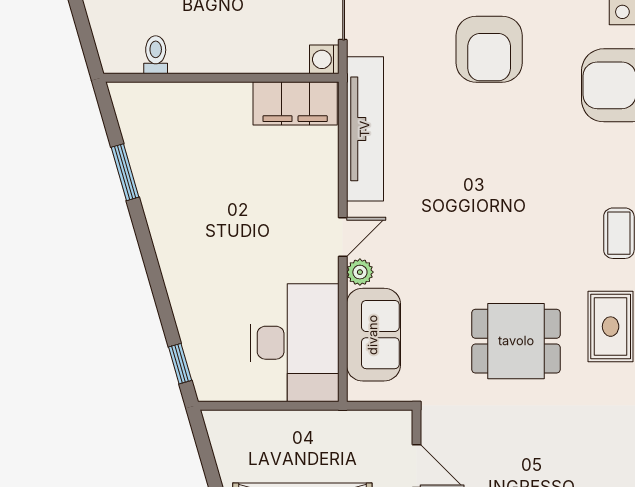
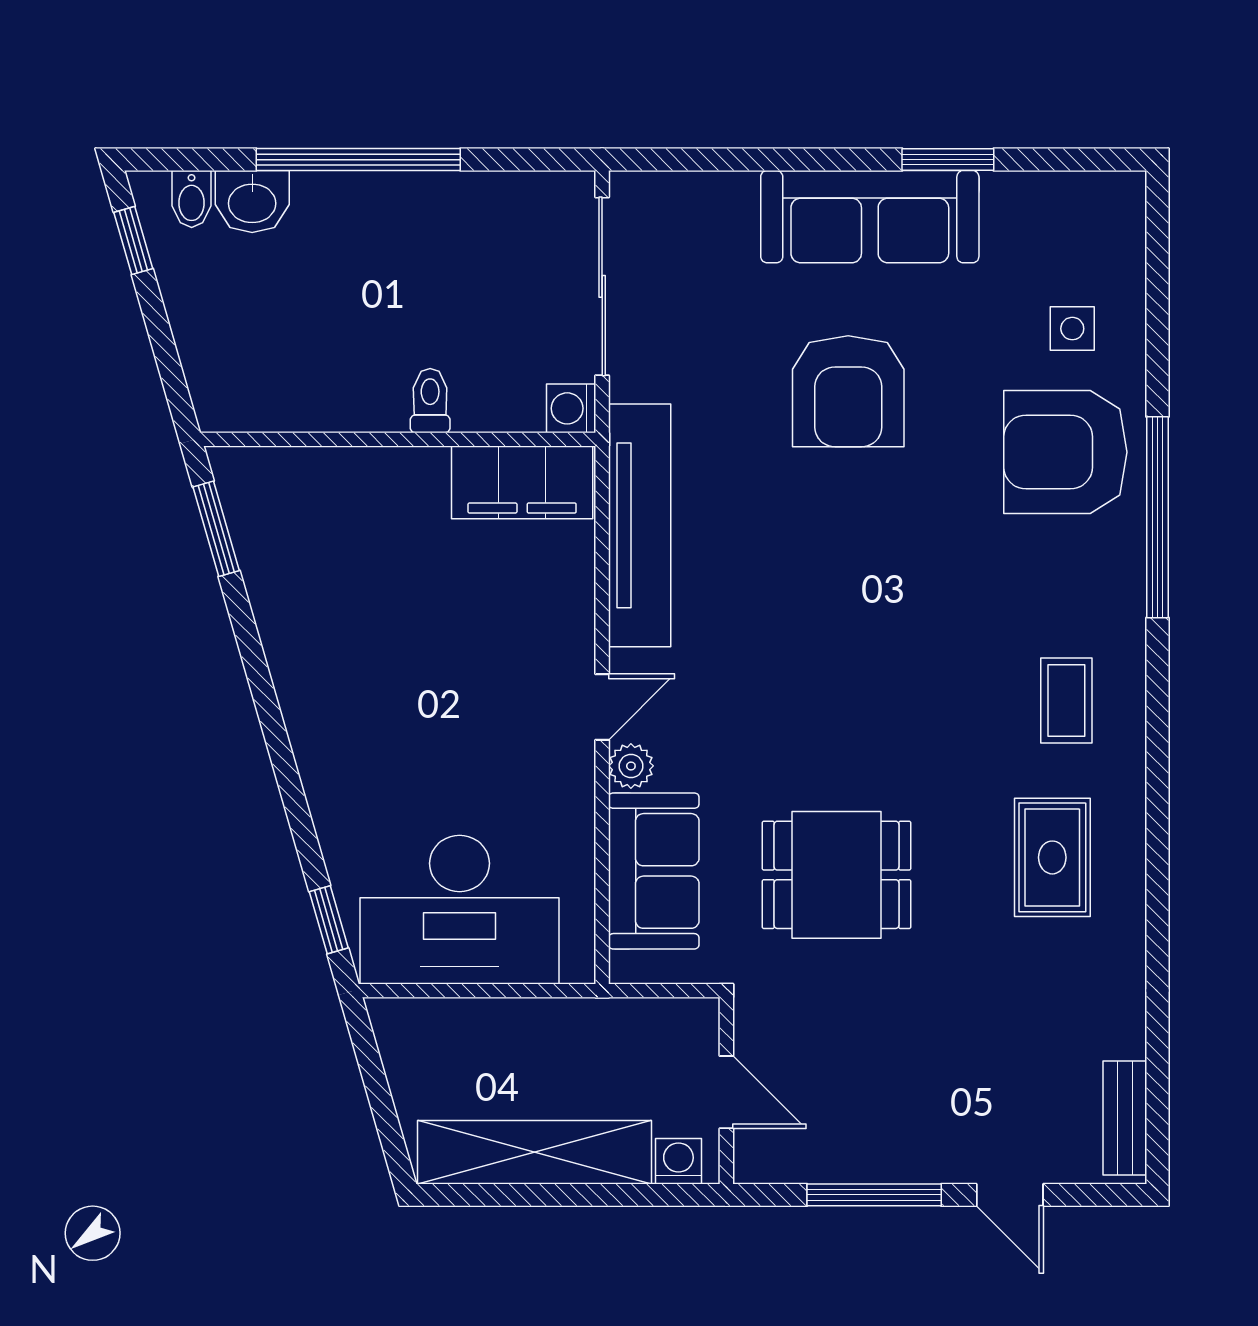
toilet: (156, 55) -> (430, 401), moved
window: (125, 172) -> (216, 529), moved
dining table: (516, 341) -> (836, 875), moved
desk: (295, 343) -> (460, 910), moved, turned 90

